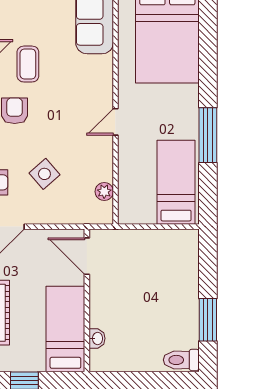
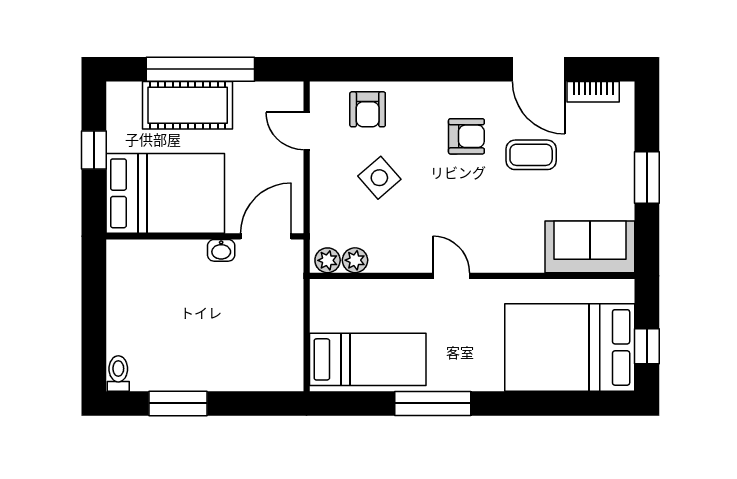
plant: (104, 211) -> (328, 260), added
bed: (65, 329) -> (165, 193), width x1.50
washbasin: (97, 338) -> (221, 250), moved
toilet: (181, 360) -> (118, 373), width x0.73, depth x0.72

